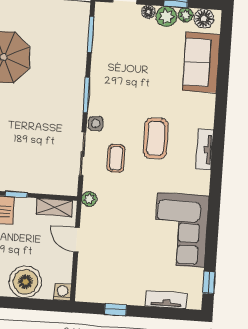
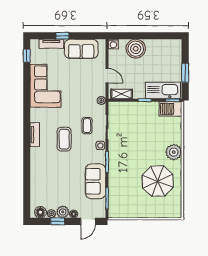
sofa: (201, 62) -> (96, 181), moved, turned 180
sofa: (117, 288) -> (81, 49), added
window: (115, 310) -> (62, 36), moved

